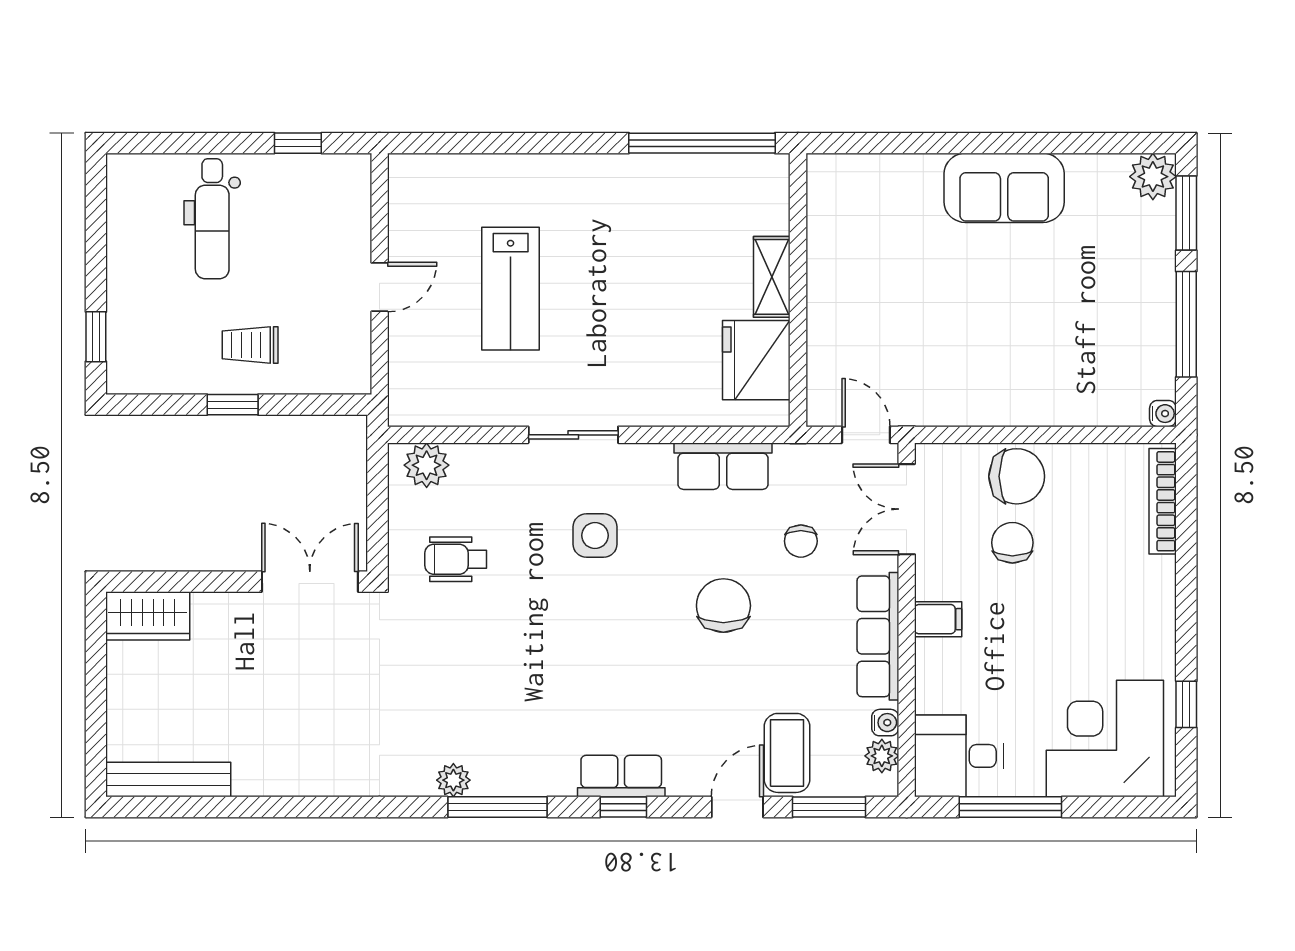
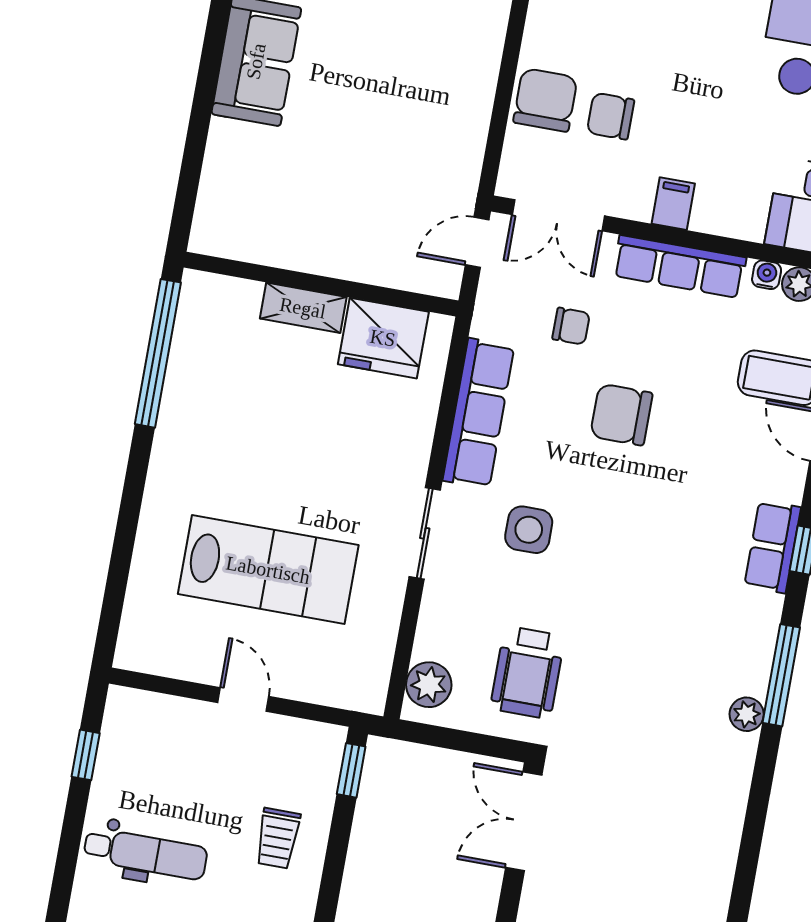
lab bench: (511, 289) -> (268, 570), width x1.36, depth x1.39
window: (233, 405) -> (351, 770), moved
row of seats: (723, 466) -> (479, 413), width x1.48
wheelchair: (456, 559) -> (527, 672), width x1.36, depth x1.37

